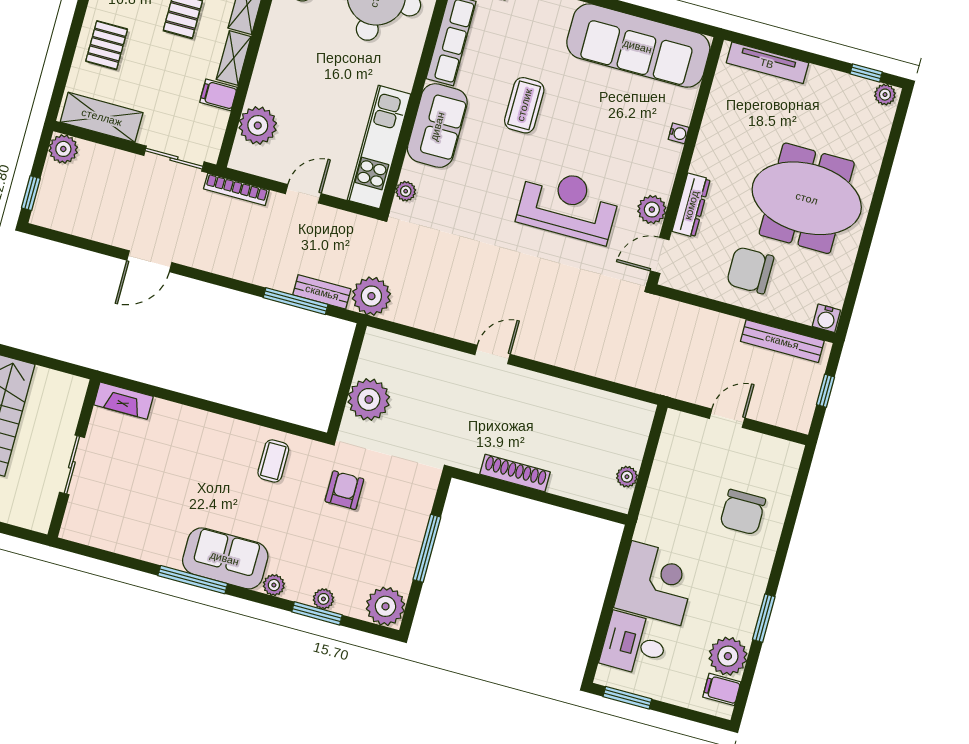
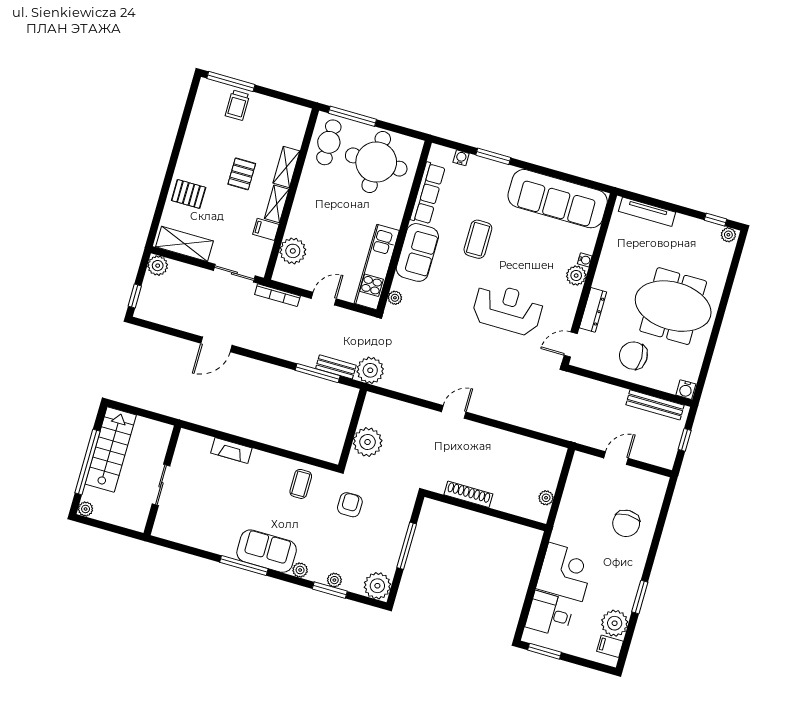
pallet: (107, 45) -> (189, 194), turned 90
plant: (652, 210) -> (576, 276), moved
fireplace: (124, 401) -> (231, 450), moved

